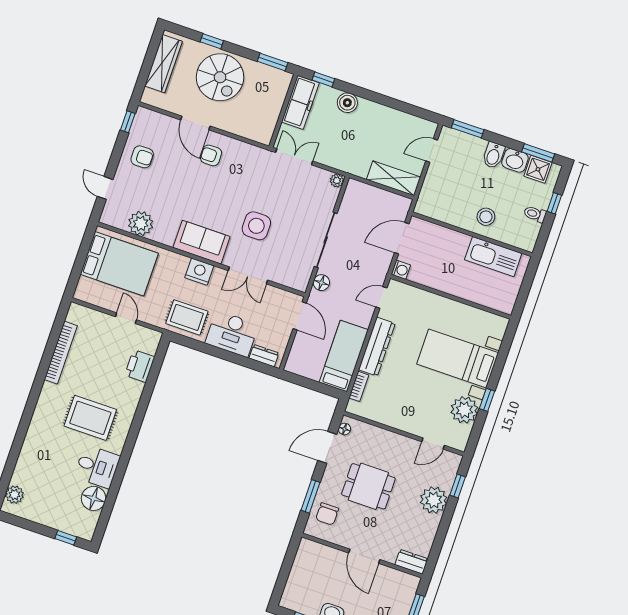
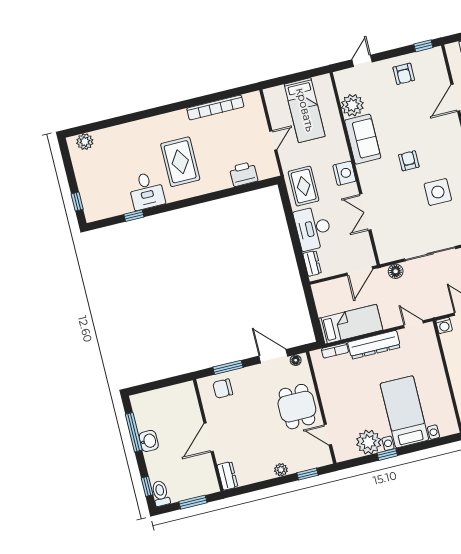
armchair: (211, 155) -> (409, 161), moved
side table: (256, 226) -> (438, 192), moved
sofa: (202, 242) -> (363, 139), moved
bed: (119, 264) -> (305, 110), width x0.67
dining table: (368, 486) -> (297, 407), moved
window: (113, 493) -> (134, 216), added
floor lamp: (94, 498) -> (121, 204), removed
plant: (434, 500) -> (281, 470), width x0.53, depth x0.53

